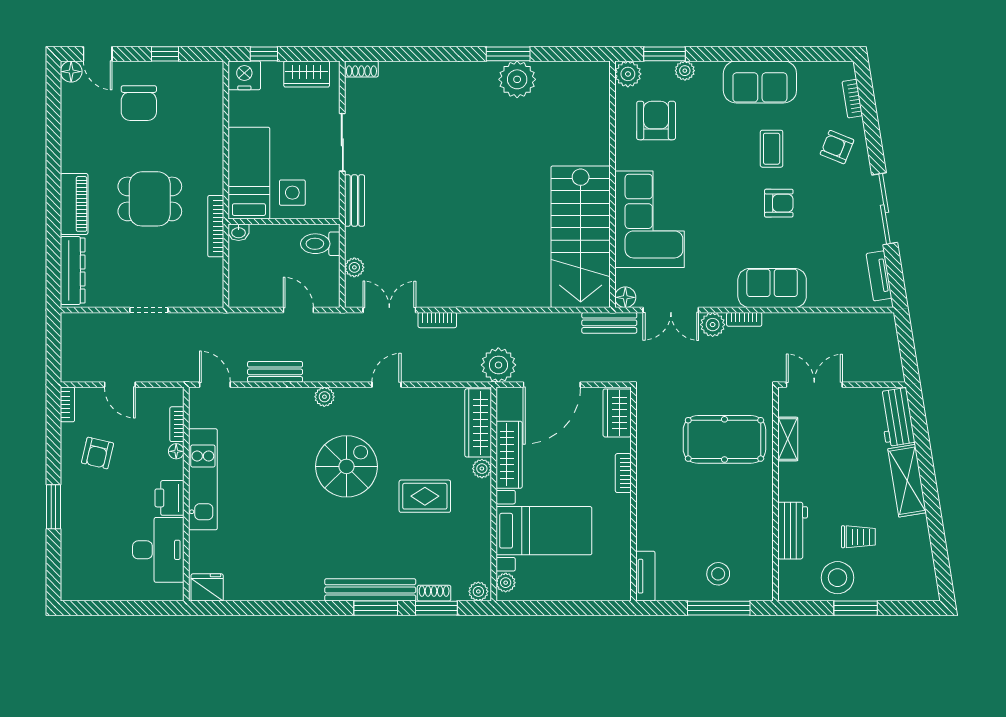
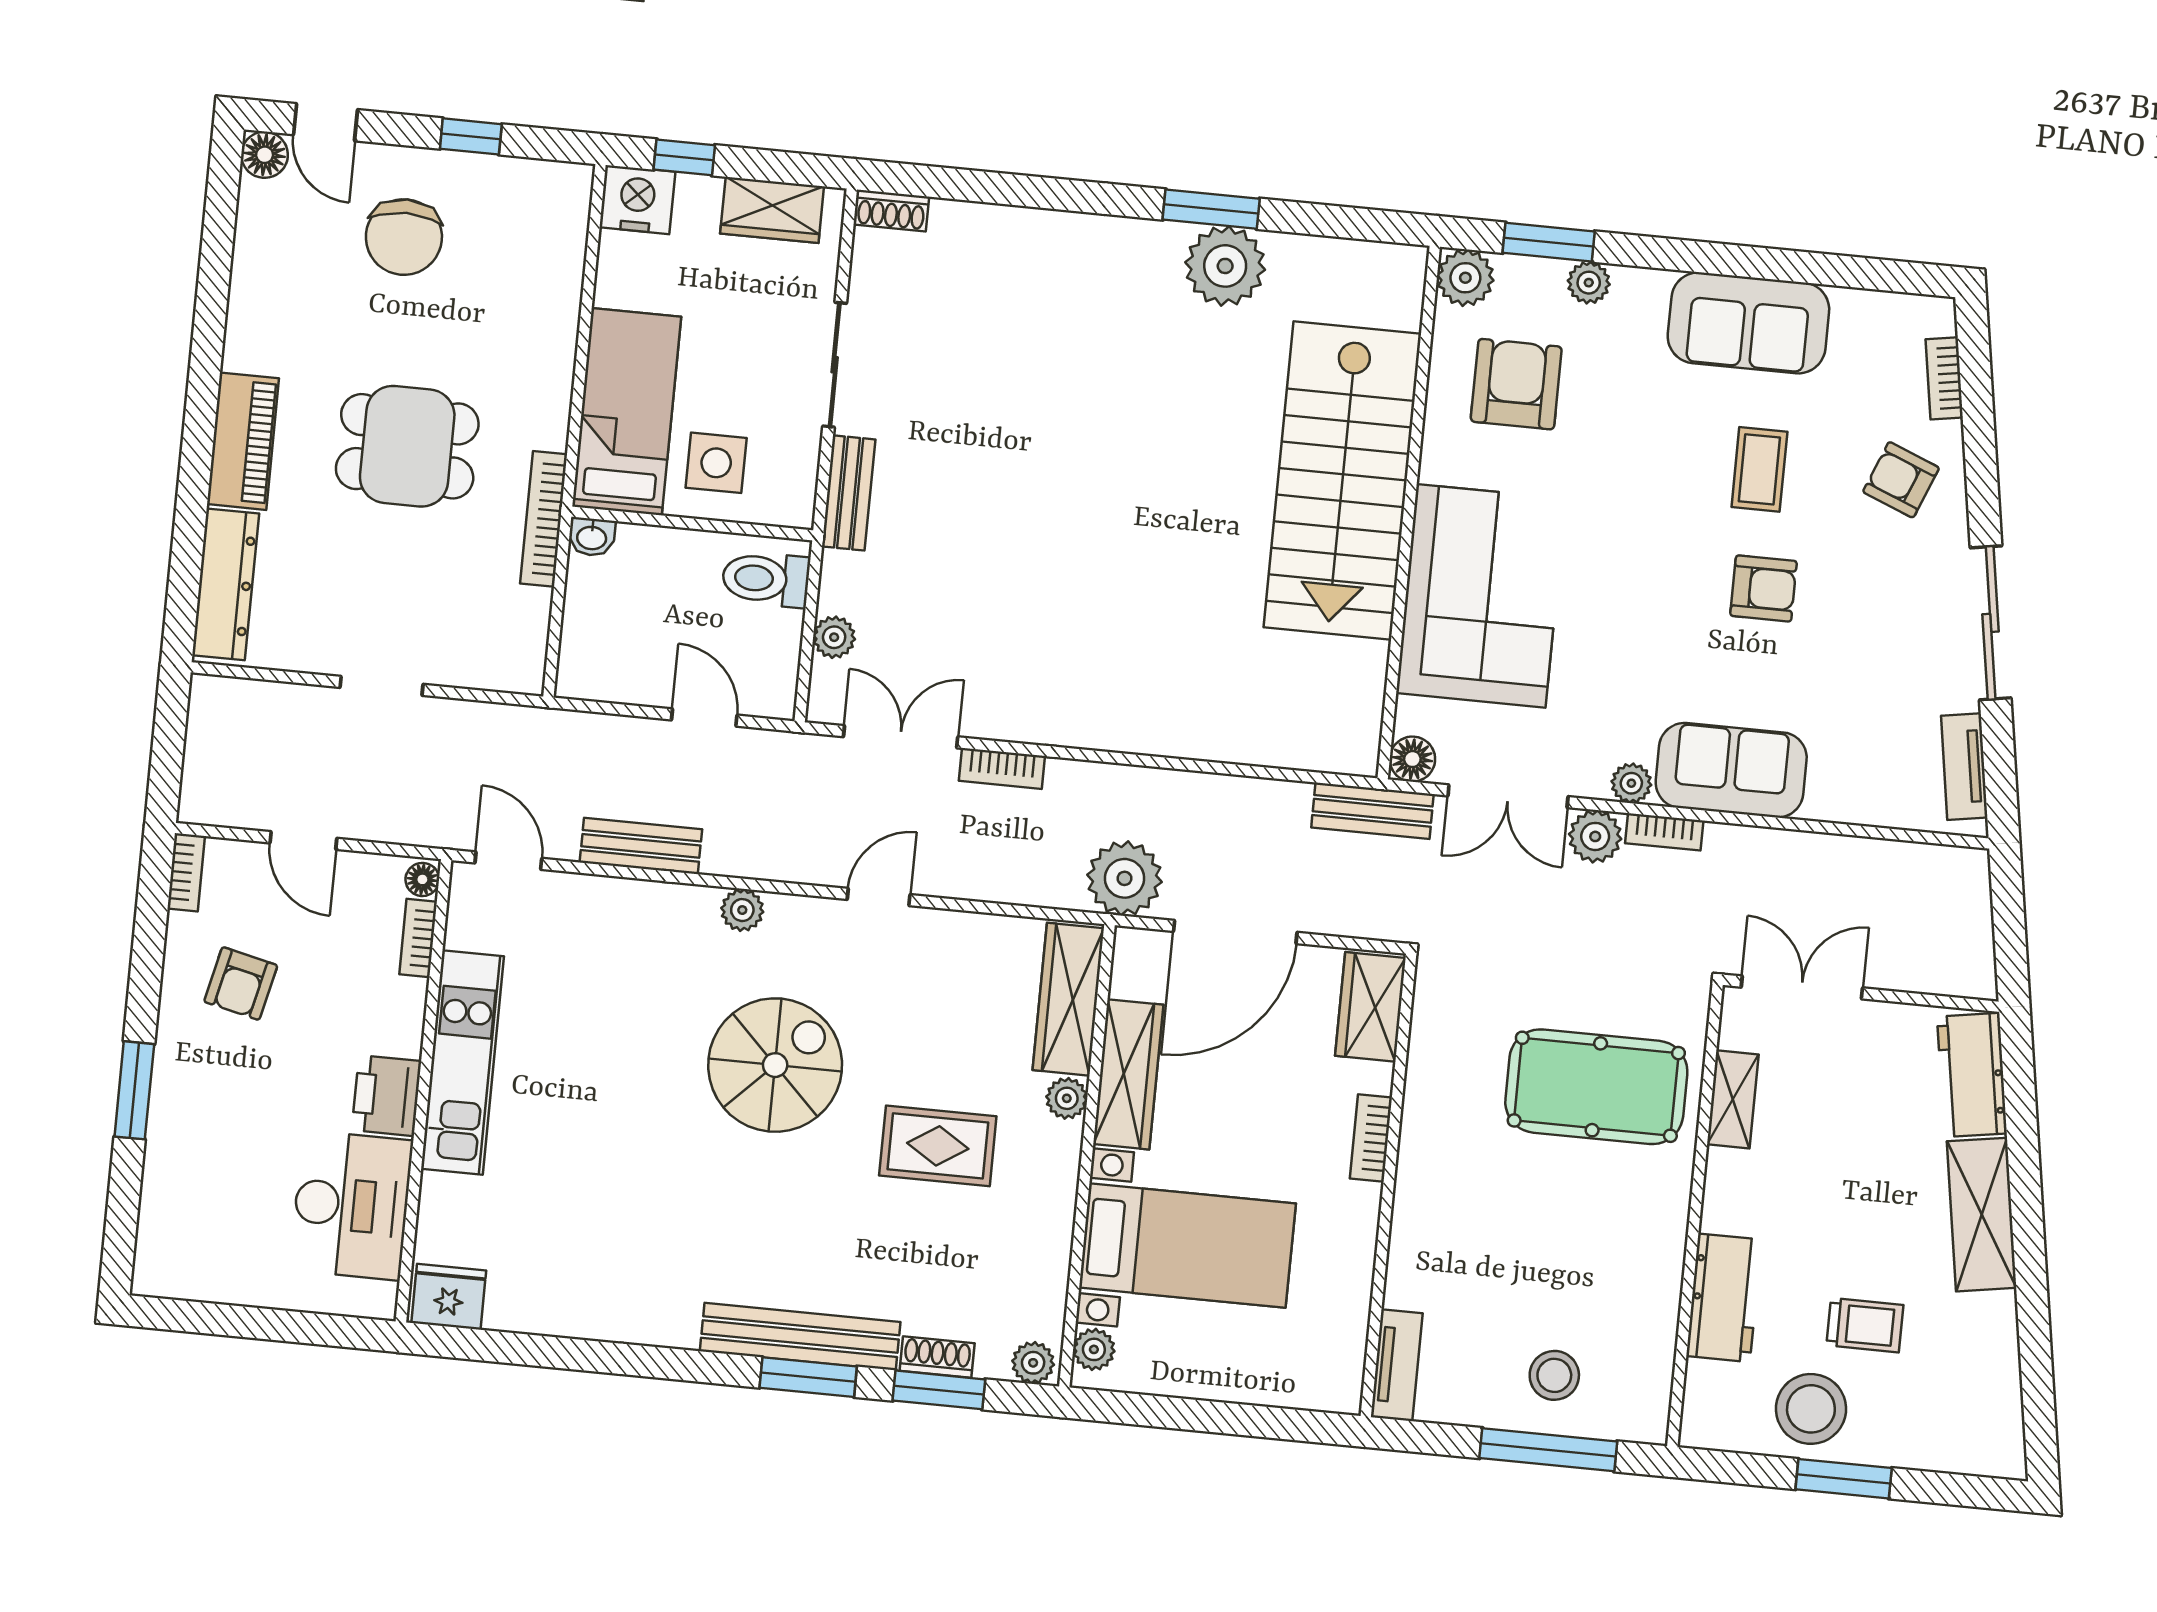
stairs: (581, 237) -> (1342, 481), moved
plant: (727, 298) -> (1631, 783), added
floor lamp: (176, 451) -> (422, 879), moved

